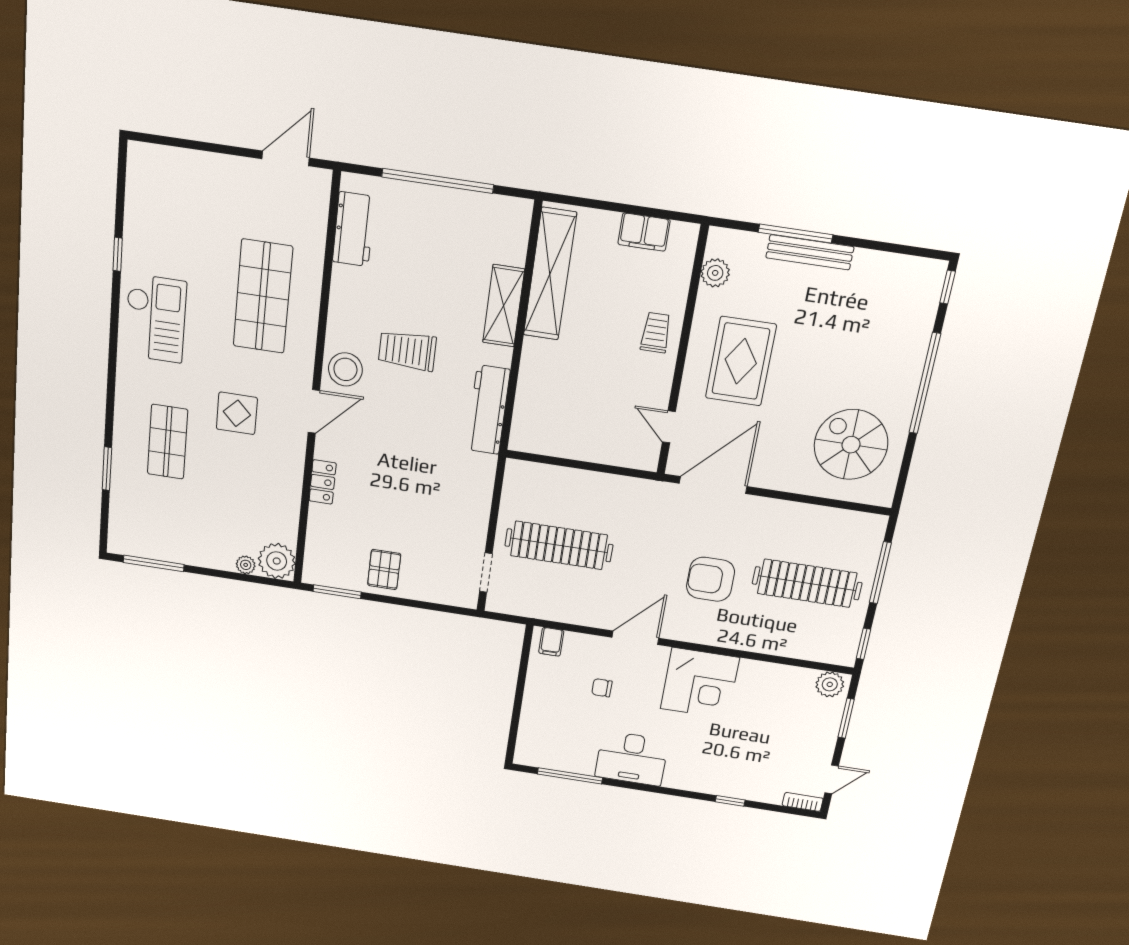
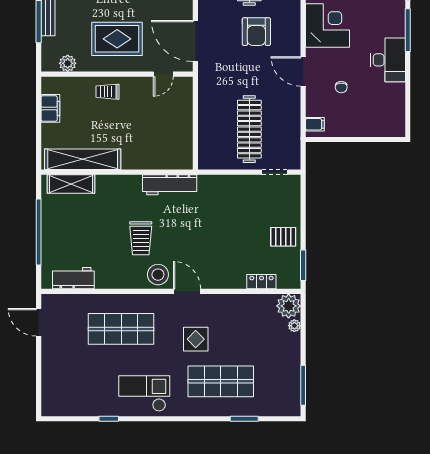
shelving: (504, 306) -> (71, 184), moved
shop shelf: (168, 442) -> (221, 381), width x1.43, depth x1.36
locker: (323, 482) -> (261, 282), moved
window: (570, 776) -> (408, 30), moved

